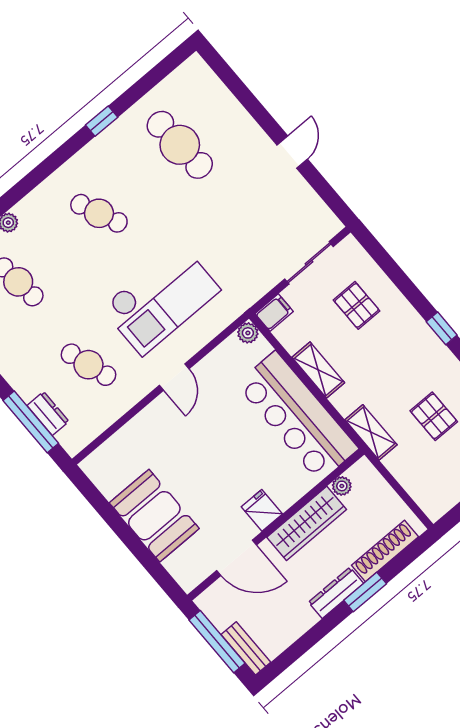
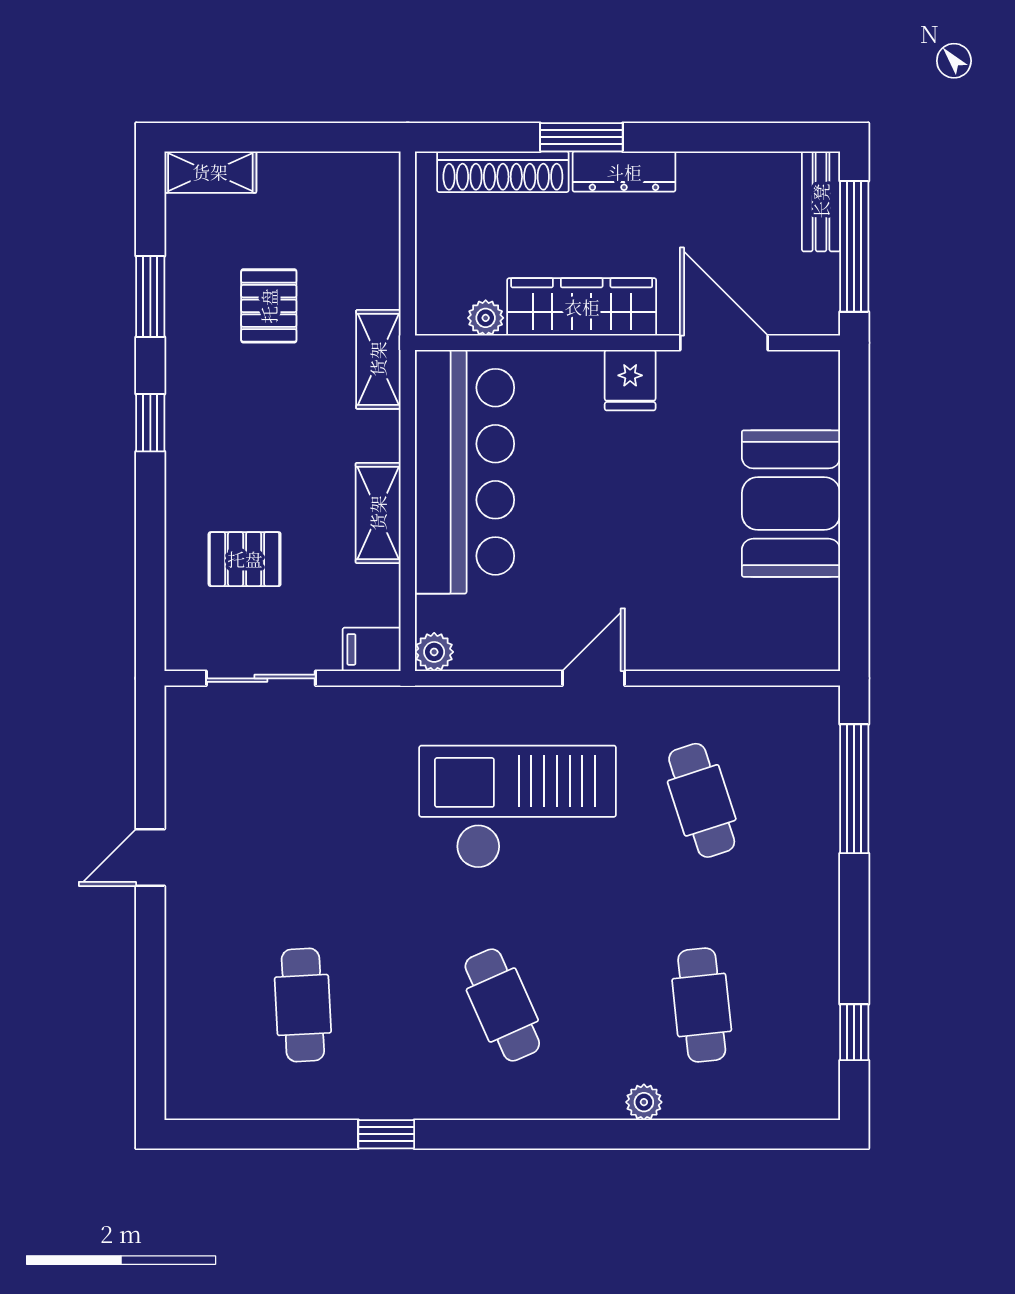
cafe table: (180, 145) -> (303, 1005), width x0.73, depth x0.74
pallet: (357, 305) -> (245, 559), turned 90
dresser: (48, 413) -> (819, 780), removed

